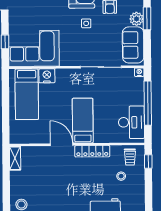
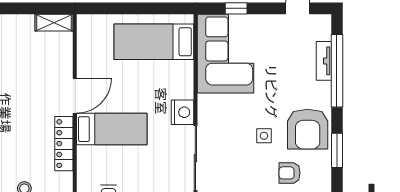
nightstand: (47, 76) -> (182, 112), moved

